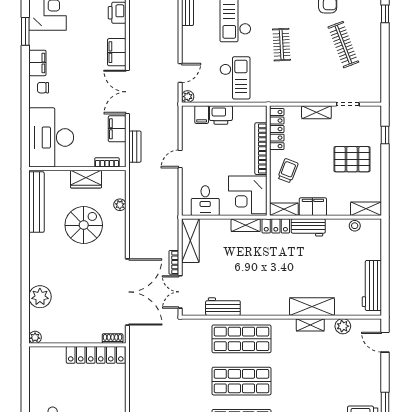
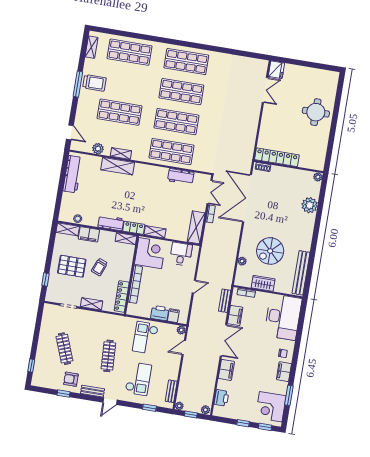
clothes rail: (281, 45) -> (108, 356), width x1.36
trolley: (288, 171) -> (99, 267), moved
filing cabinet: (313, 207) -> (89, 234), moved
shop shelf: (322, 381) -> (120, 112), added

